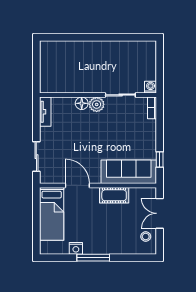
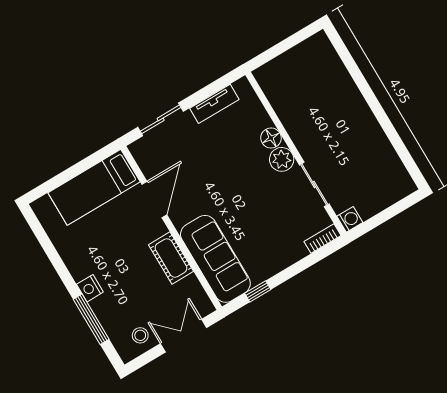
tv unit: (45, 112) -> (214, 104), moved
nightstand: (76, 248) -> (90, 288), moved
window: (93, 258) -> (91, 319), moved

